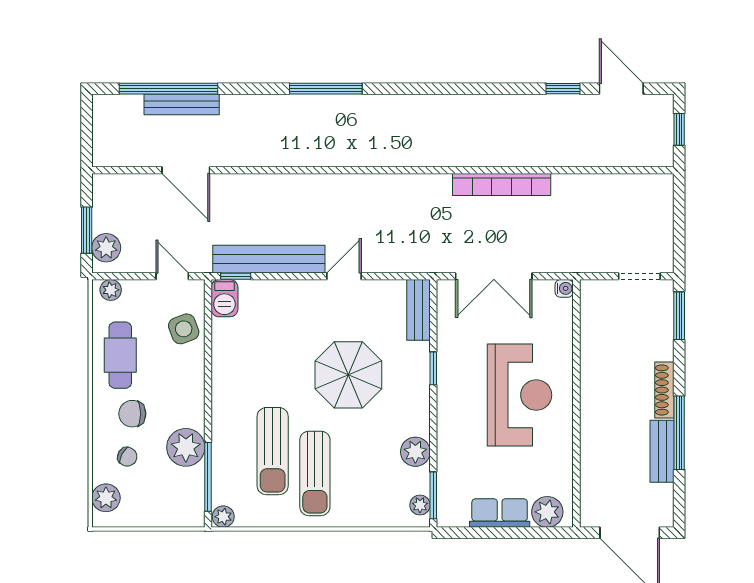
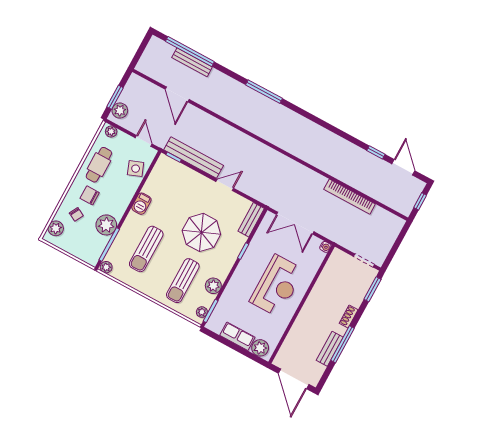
bookcase: (502, 185) -> (350, 197), moved
barbecue: (224, 298) -> (141, 204), moved
shoe rack: (664, 390) -> (349, 316), width x0.70
sun lounger: (315, 473) -> (183, 281), moved

